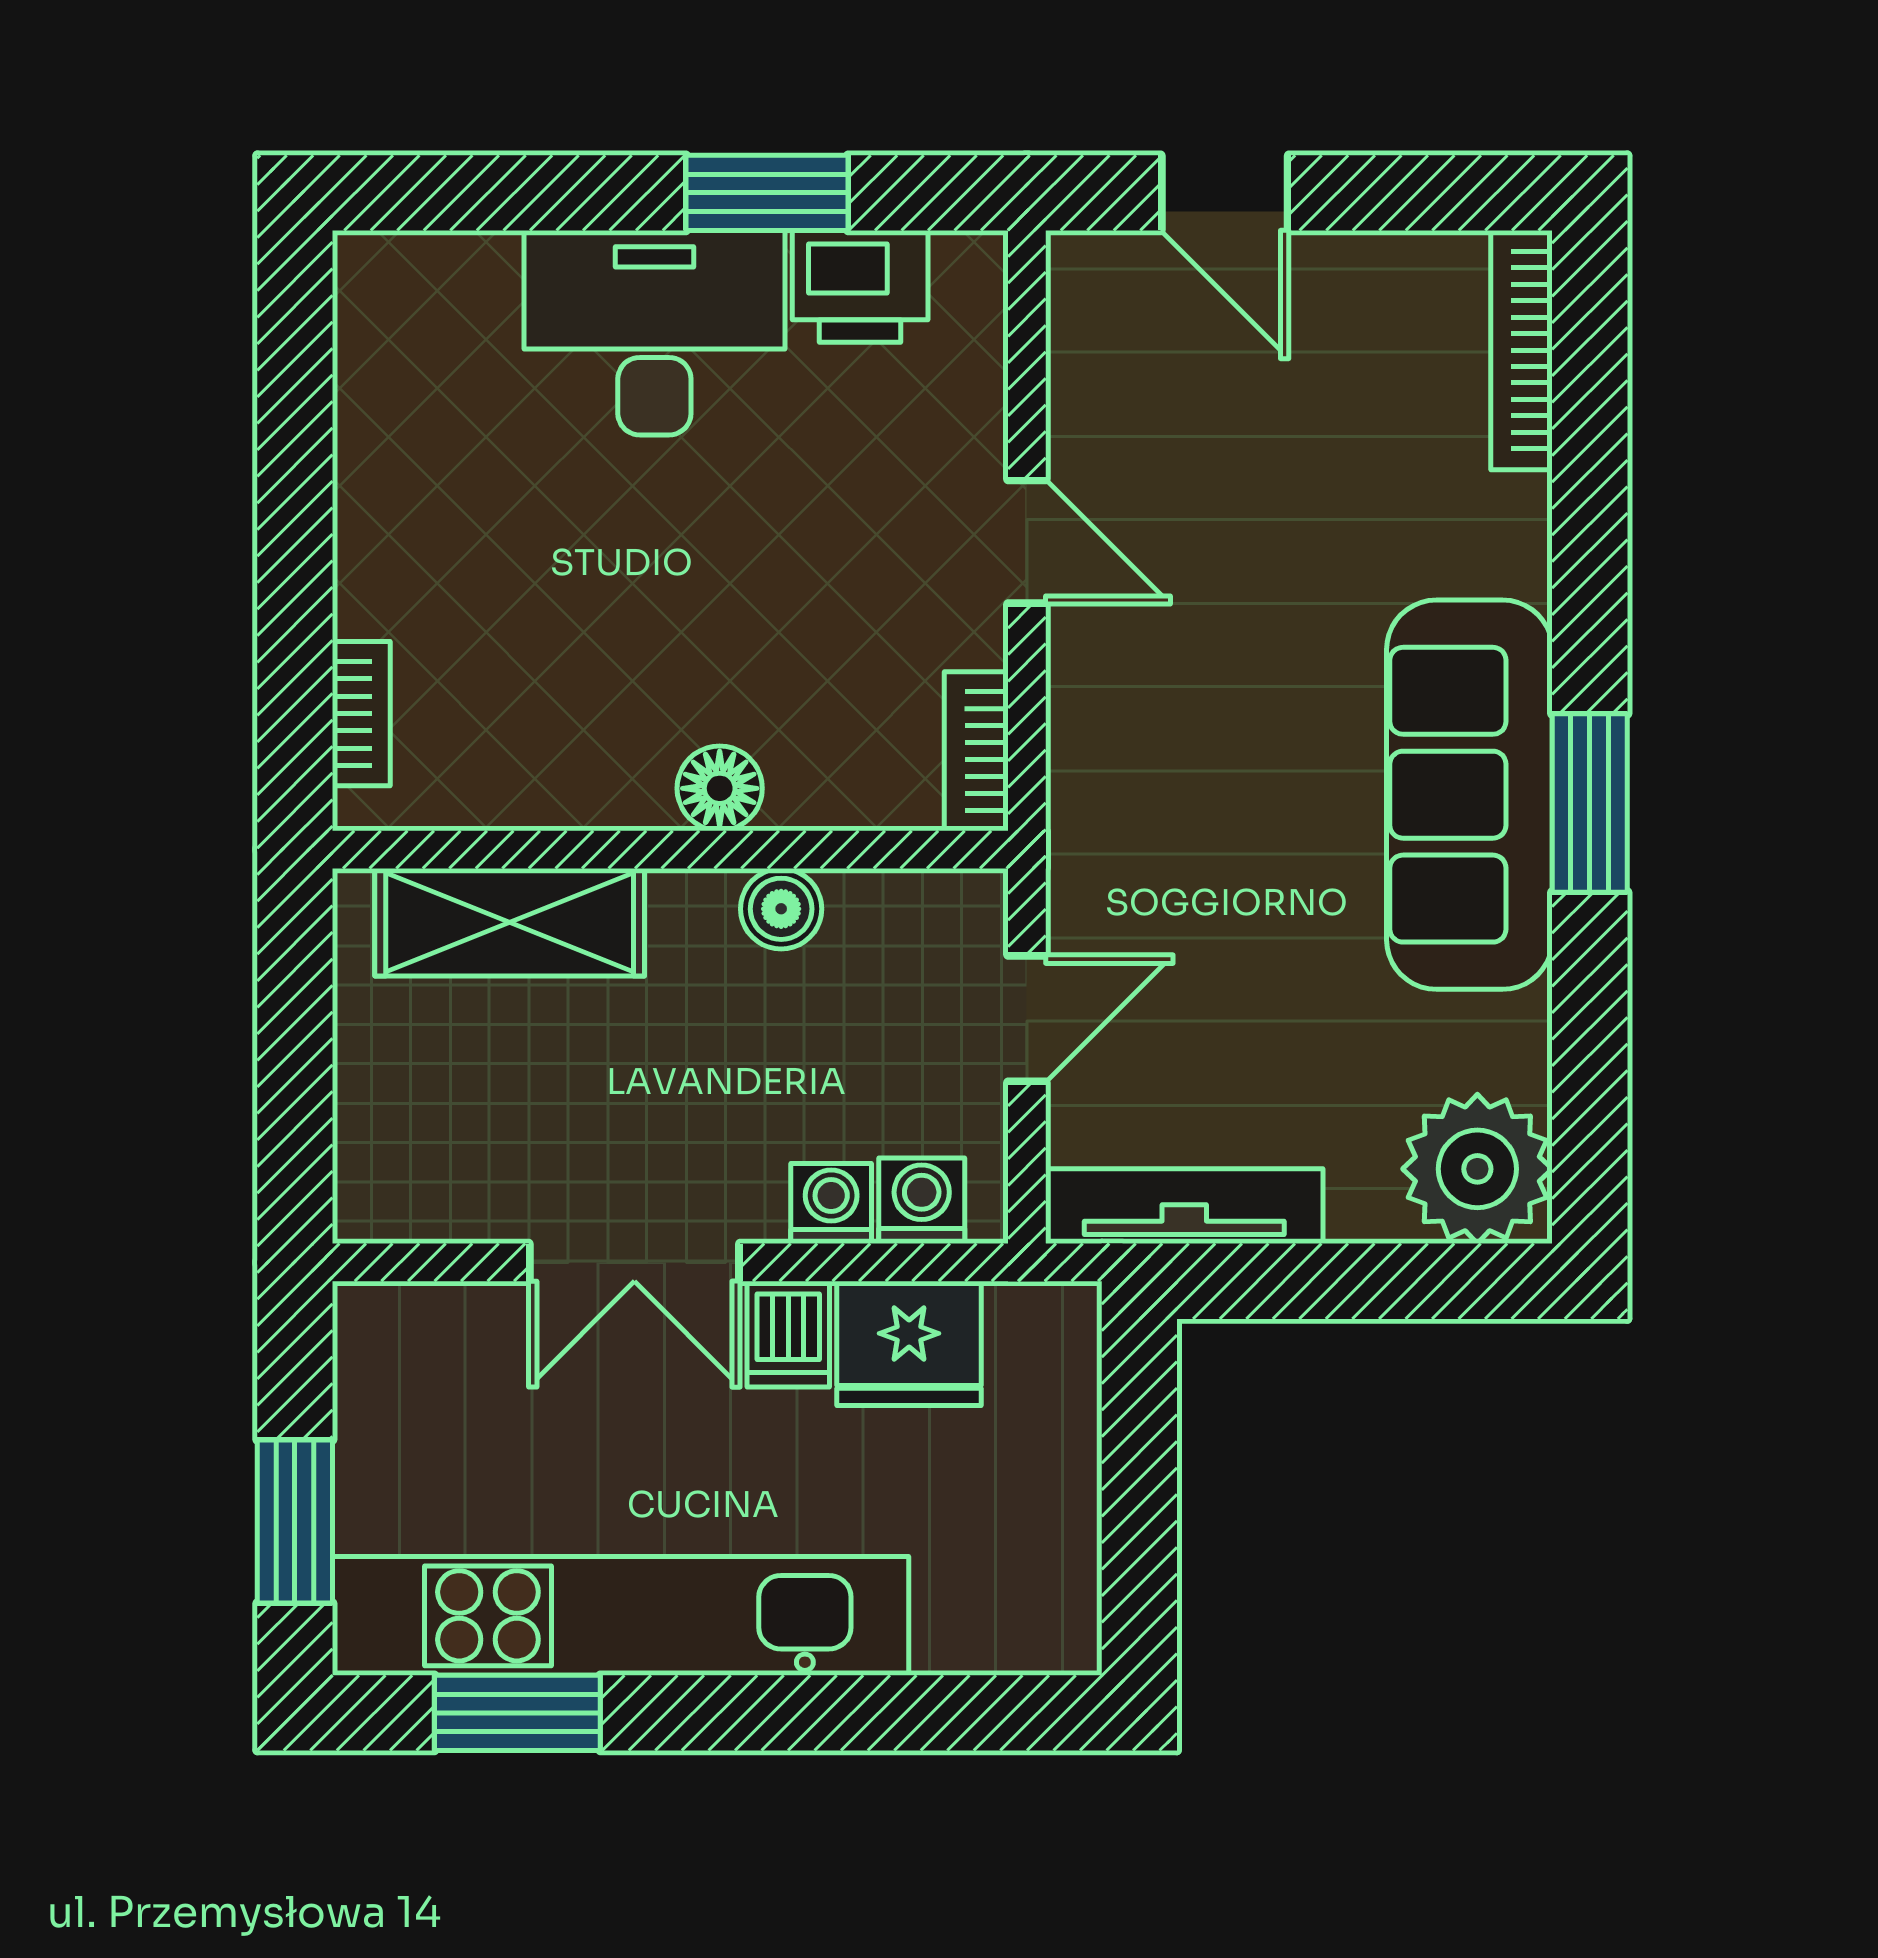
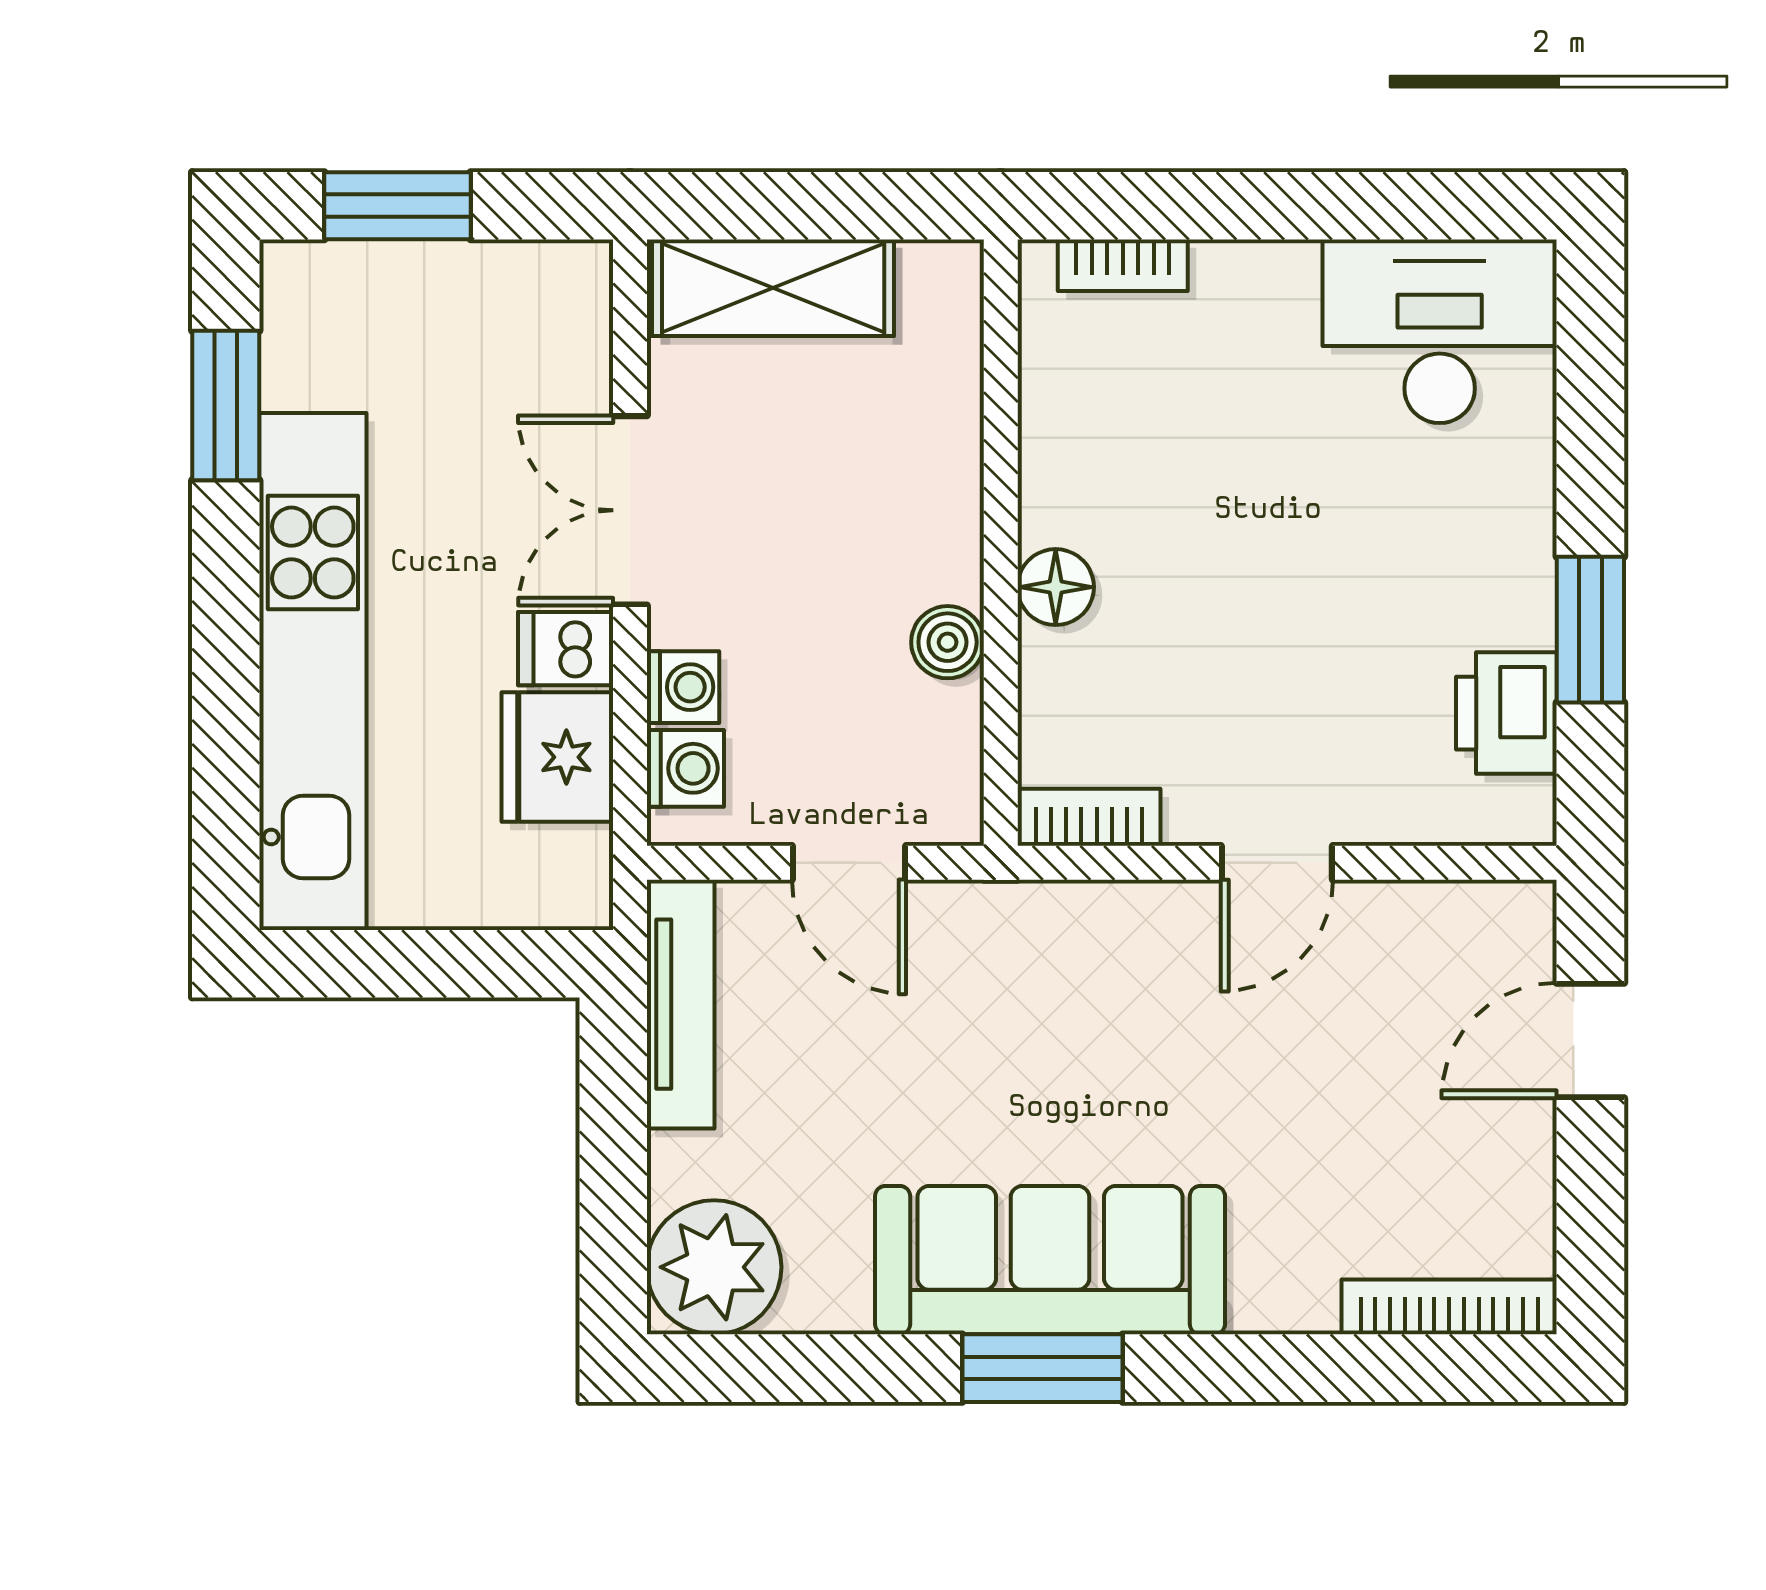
desk: (654, 333) -> (1440, 331), moved, turned -90
shelving: (510, 922) -> (773, 288), moved, turned 90
kitchen unit: (621, 1616) -> (313, 671), moved

